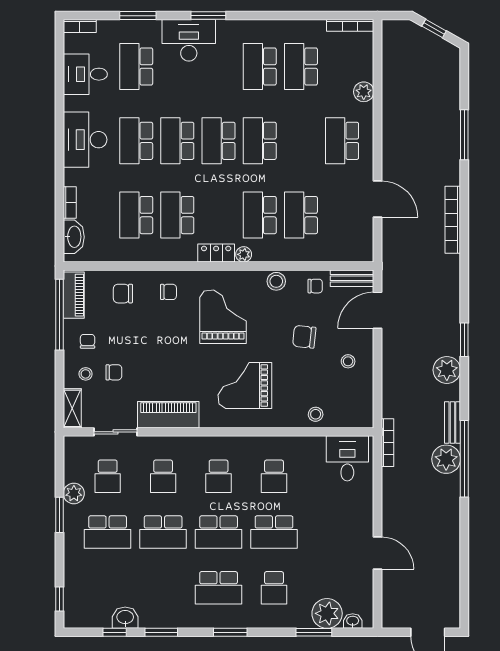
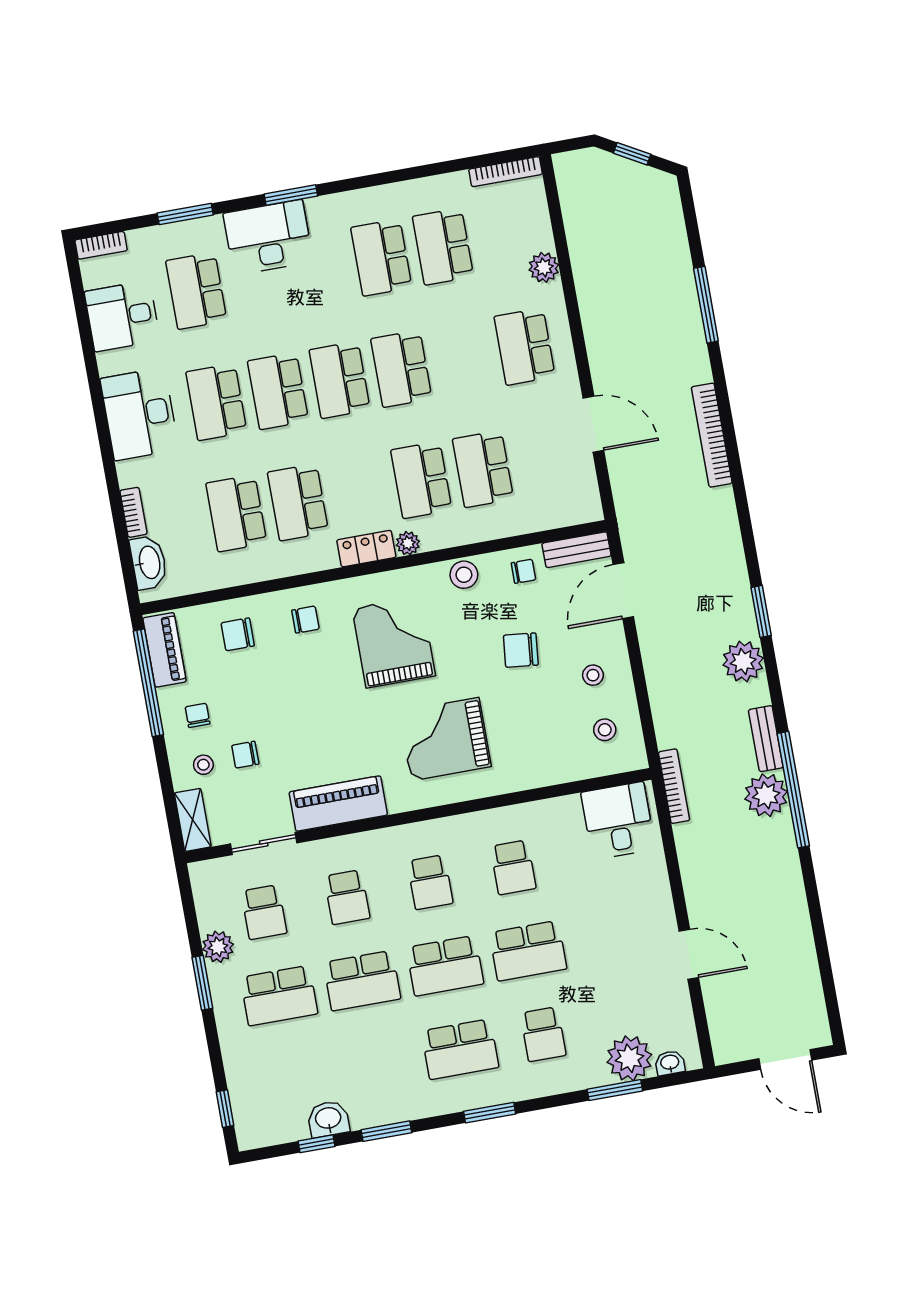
chair: (114, 372) -> (245, 755), turned 180
stool: (316, 414) -> (605, 730), moved

